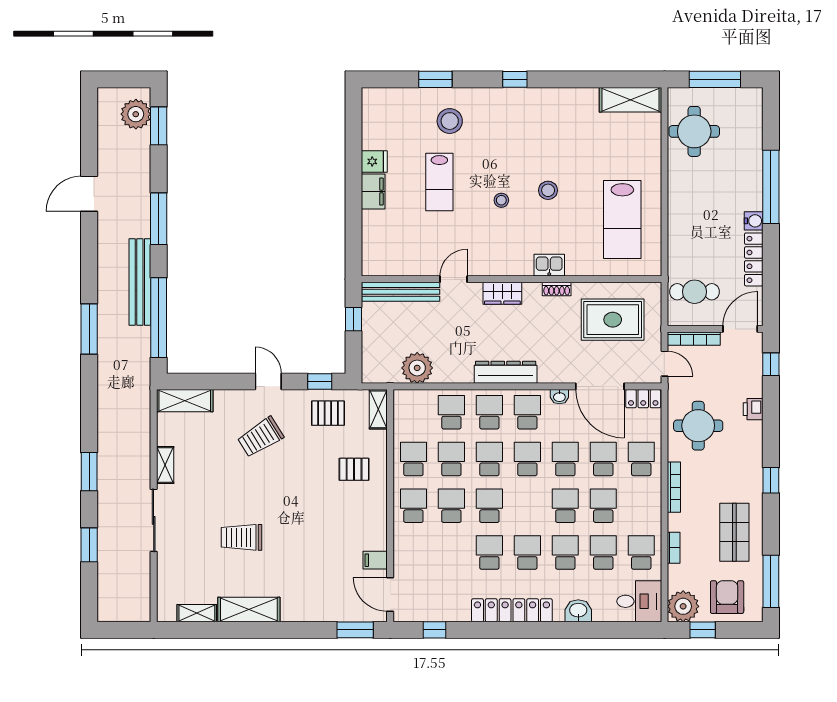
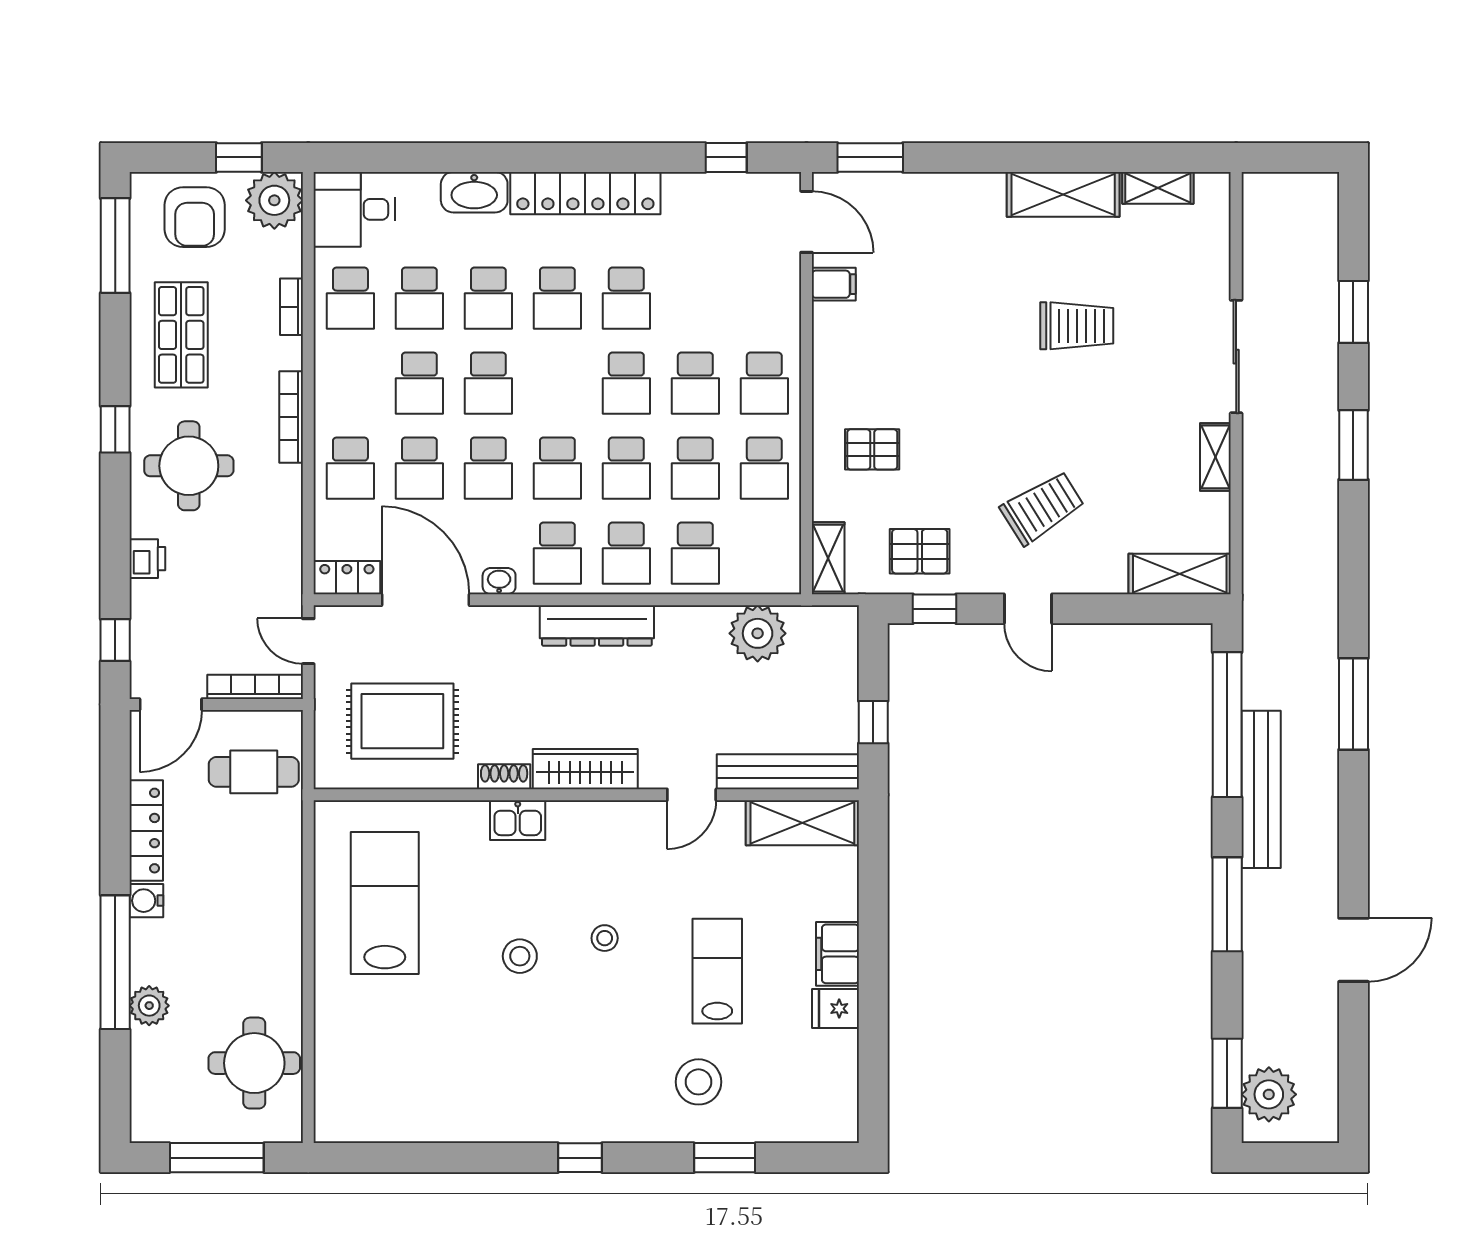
shelving: (630, 100) -> (802, 823), moved
plant: (752, 163) -> (149, 1006), added
wardrobe: (502, 293) -> (585, 769), width x1.50
round table: (698, 426) -> (189, 466), moved
washbasin: (578, 611) -> (474, 192), width x1.38

